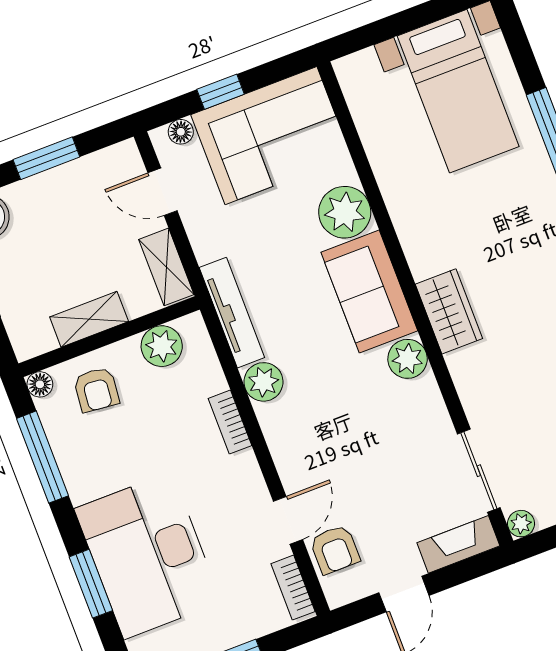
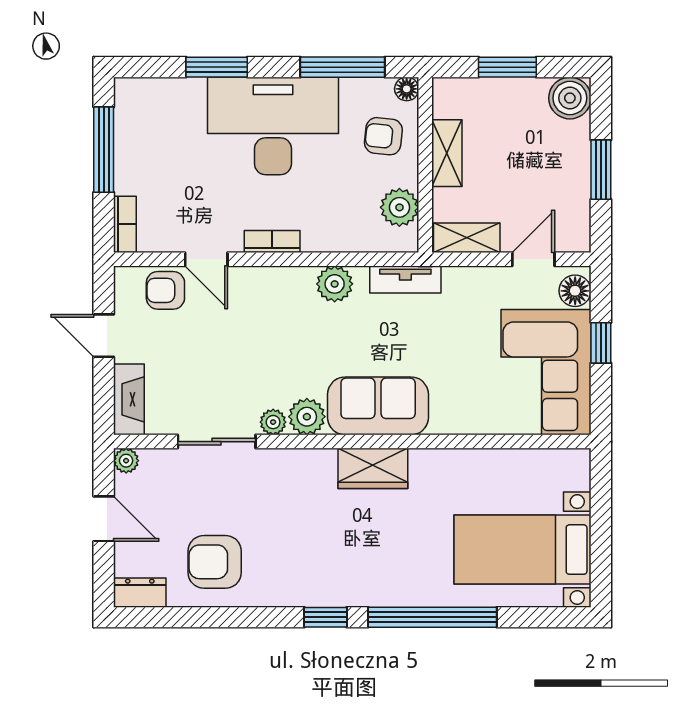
floor lamp: (181, 132) -> (575, 291), width x1.37, depth x1.37
plant: (345, 212) -> (273, 422), moved, width x0.53, depth x0.53
wardrobe: (449, 311) -> (373, 468), moved
tv unit: (232, 313) -> (405, 279), width x0.71
bookcase: (230, 422) -> (272, 242), moved
sliding door: (479, 471) -> (217, 442), moved
desk: (148, 556) -> (273, 126), moved
bookcase: (293, 588) -> (125, 224), moved, turned 90

